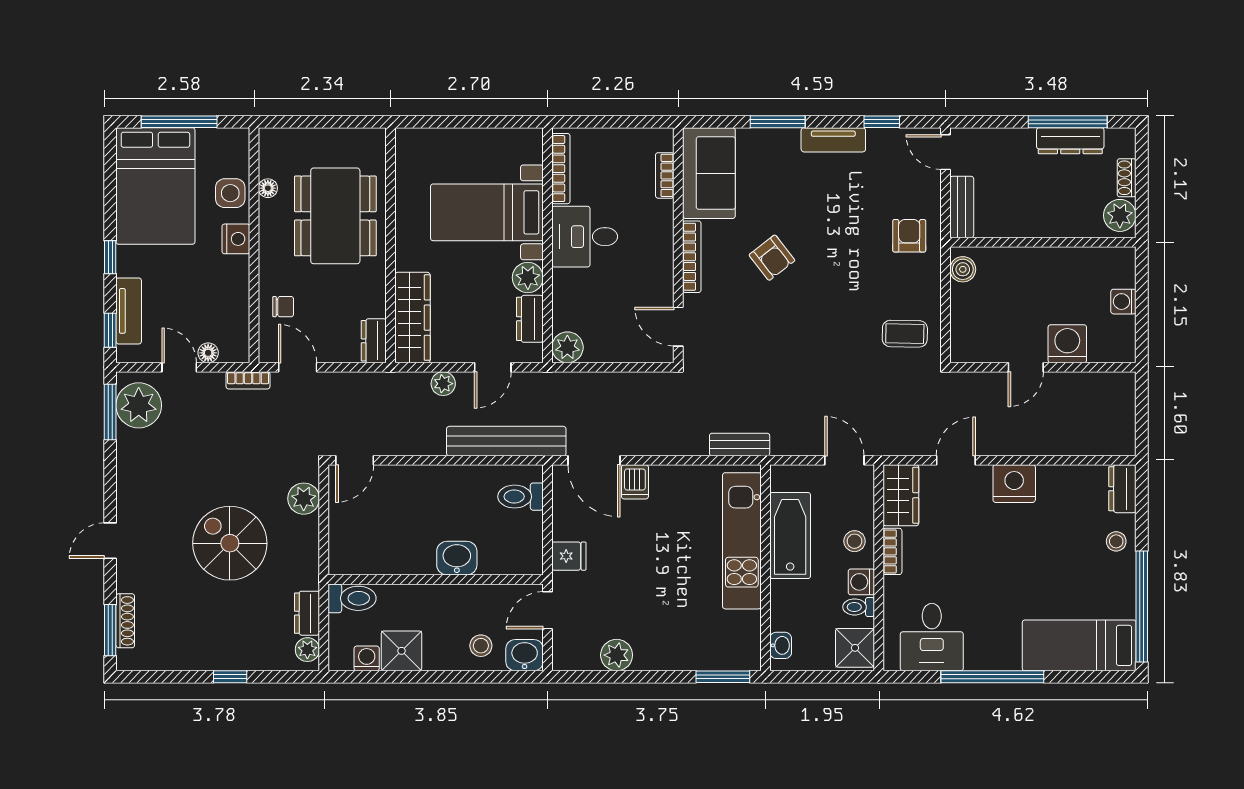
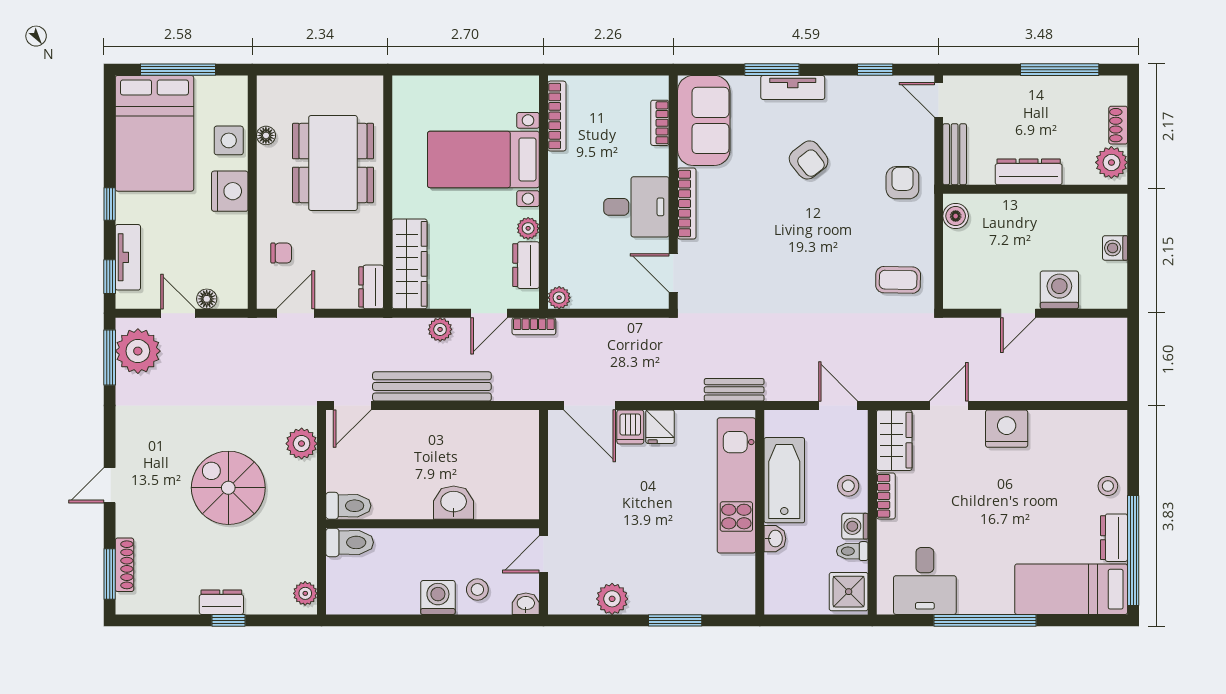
tv unit: (833, 140) -> (793, 87), moved
dresser: (1070, 141) -> (1029, 172), moved, turned 180
desk: (585, 237) -> (636, 207), moved, turned 180
nightstand: (236, 239) -> (230, 191), width x1.36, depth x1.33
armchair: (772, 258) -> (809, 160), moved
plant: (528, 278) -> (528, 228), width x0.73, depth x0.73
plant: (567, 347) -> (559, 298), width x0.73, depth x0.73
door: (298, 367) -> (295, 313), hinge flipped
bookcase: (248, 380) -> (534, 326), moved
bench: (506, 441) -> (432, 386), moved
dresser: (1122, 489) -> (1114, 538), moved
toilet: (520, 497) -> (348, 506), moved, turned 180
fridge: (569, 556) -> (660, 427), moved, turned 90
dresser: (307, 613) -> (221, 602), moved, turned 90
washbasin: (781, 645) -> (775, 539), moved
shower: (402, 651) -> (399, 595), removed
washbasin: (525, 655) -> (526, 604), width x0.72, depth x0.69
washing machine: (367, 658) -> (438, 597), moved, width x1.38, depth x1.38
window: (723, 677) -> (675, 620), moved

